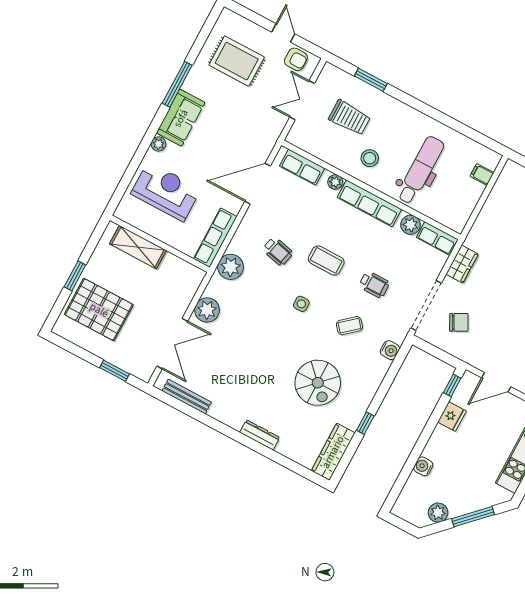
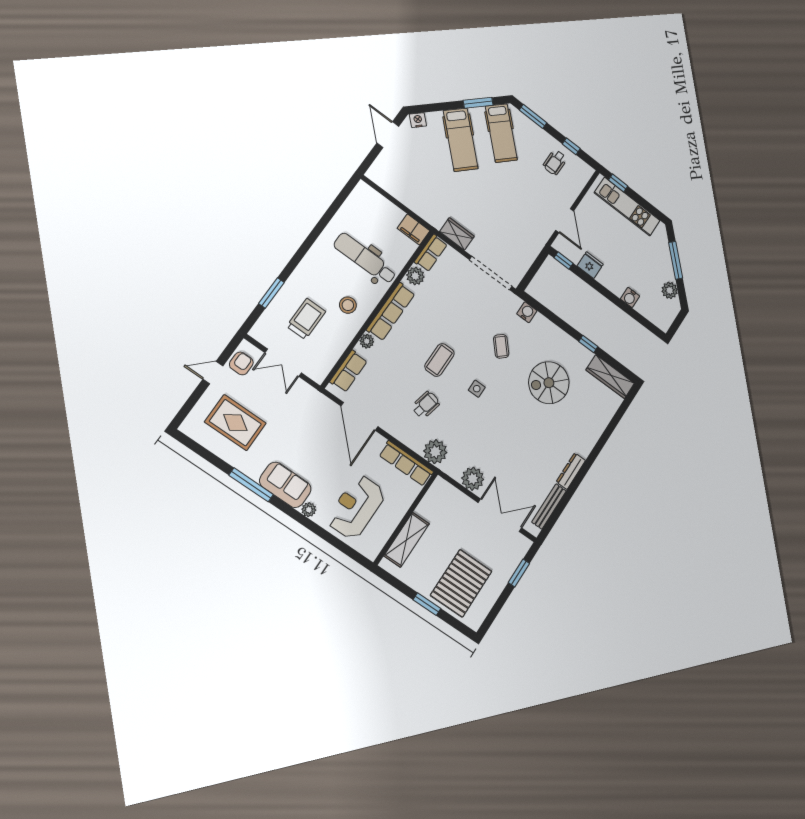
rug: (237, 61) -> (235, 423), turned 90
filing cabinet: (482, 174) -> (414, 230), moved, width x2.00
wheelchair: (374, 284) -> (466, 318), removed
chair: (459, 322) -> (509, 246), removed
spiral stairs: (318, 383) -> (549, 383), turned 180
dresser: (260, 435) -> (571, 471), moved

